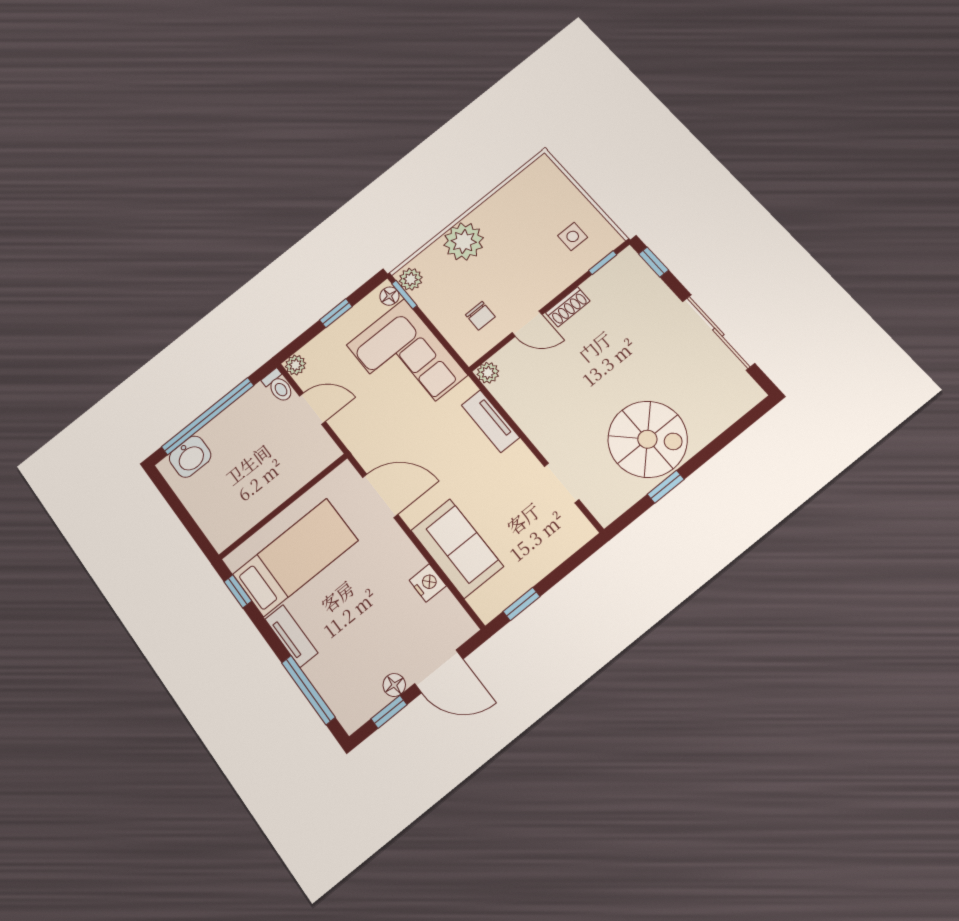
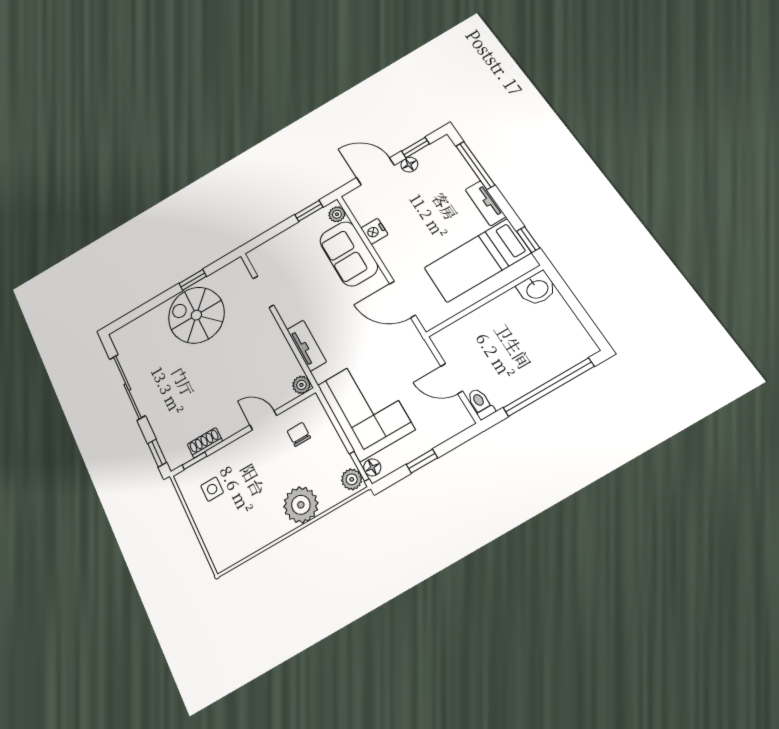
shoe rack: (568, 307) -> (205, 443), moved
plant: (295, 365) -> (337, 214), moved
washbasin: (190, 457) -> (537, 289), moved, turned 180

